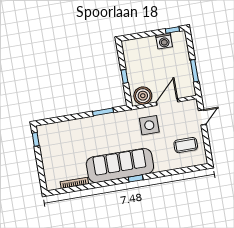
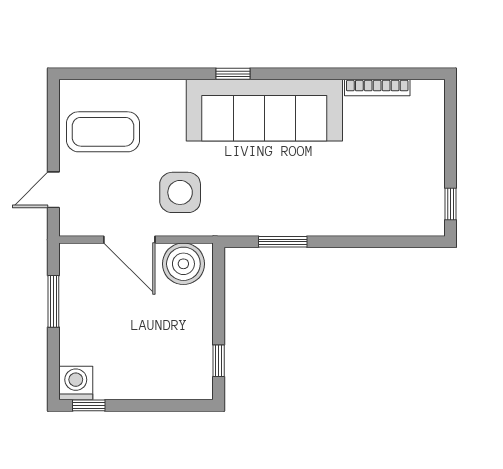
washing machine: (164, 41) -> (76, 383), moved
window: (124, 76) -> (219, 361), moved
door: (167, 102) -> (129, 240), hinge flipped
coffee table: (186, 145) -> (103, 132), width x1.36, depth x1.32

